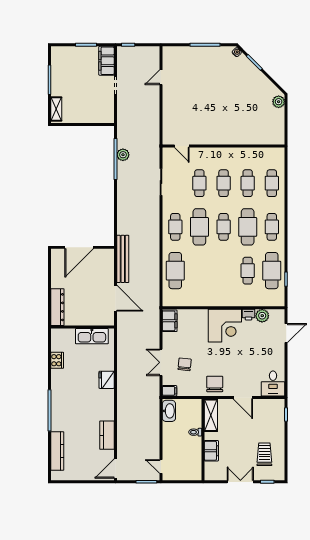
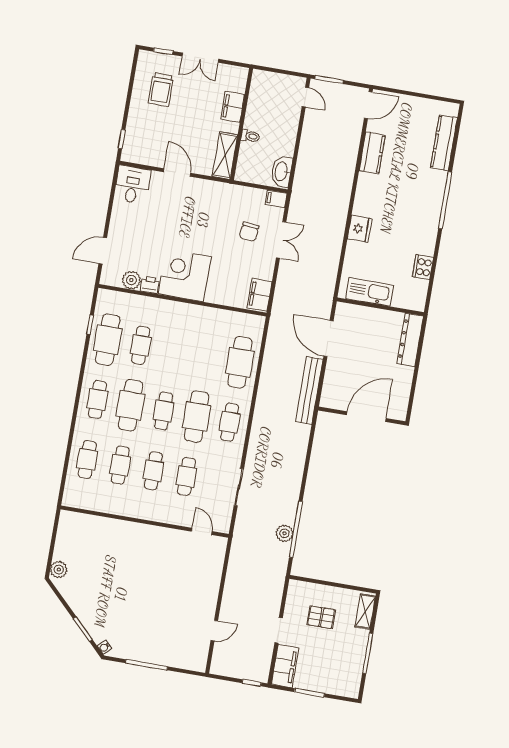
pallet: (87, 100) -> (321, 617), added
chair: (215, 384) -> (212, 198), removed

